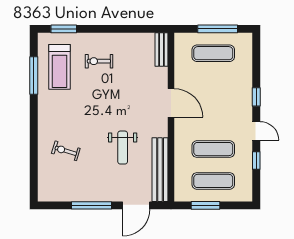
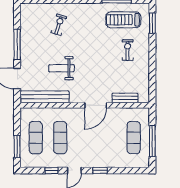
bench: (162, 50) -> (125, 98), moved
window: (206, 205) -> (17, 147), moved

